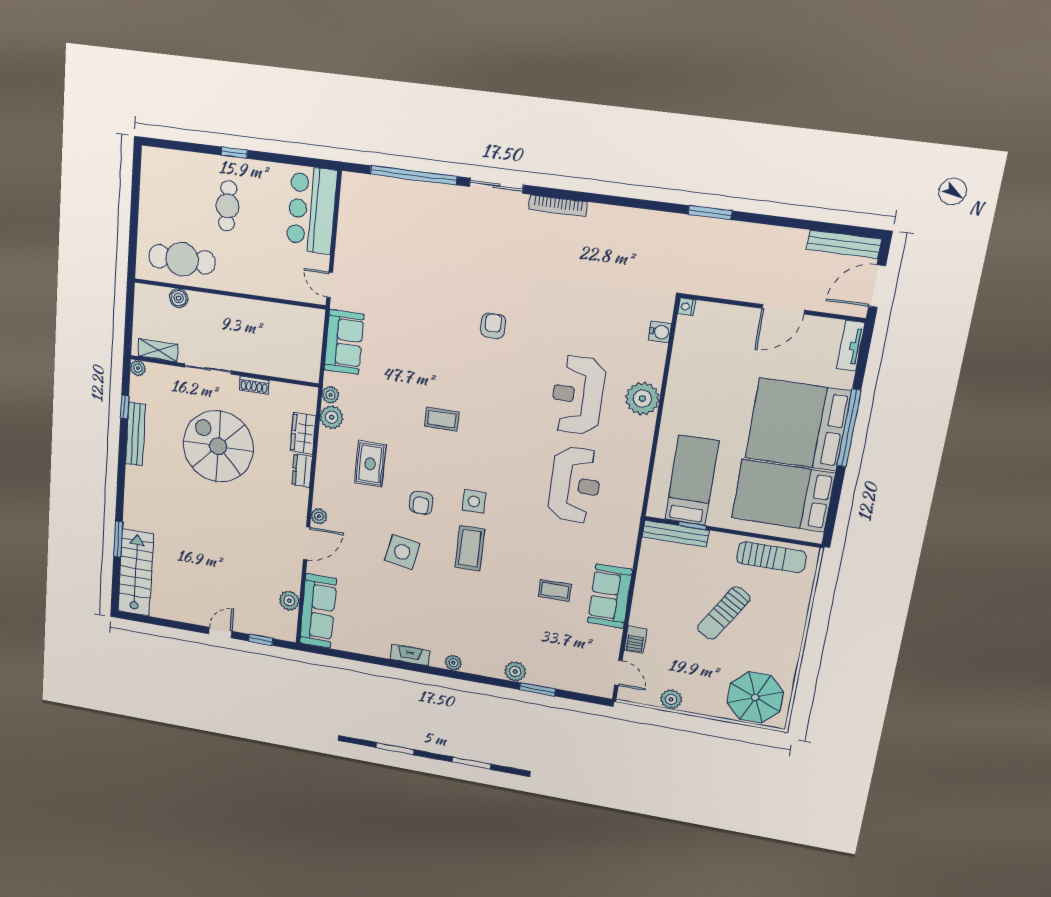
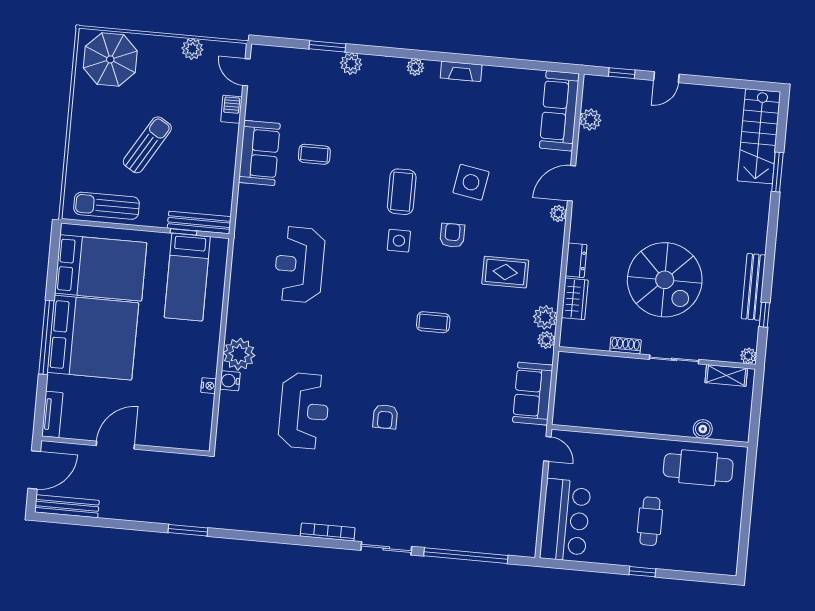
nightstand: (687, 307) -> (209, 386), moved
water cooler: (660, 332) -> (230, 381), moved
reception desk: (578, 395) -> (304, 411), moved
rug: (370, 464) -> (505, 272), turned 90

